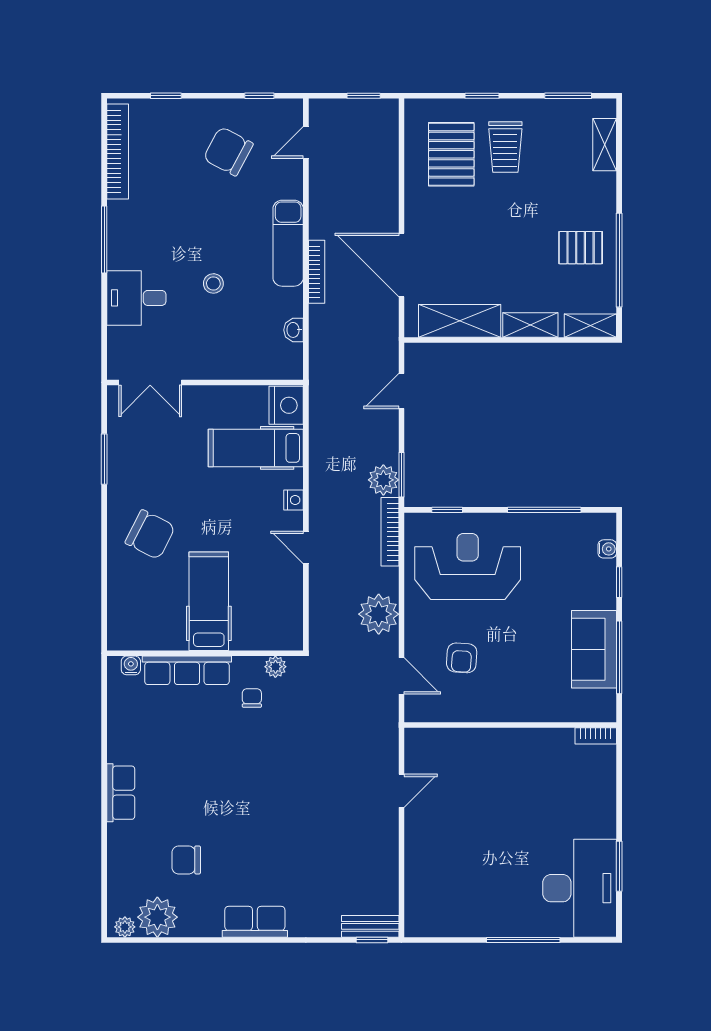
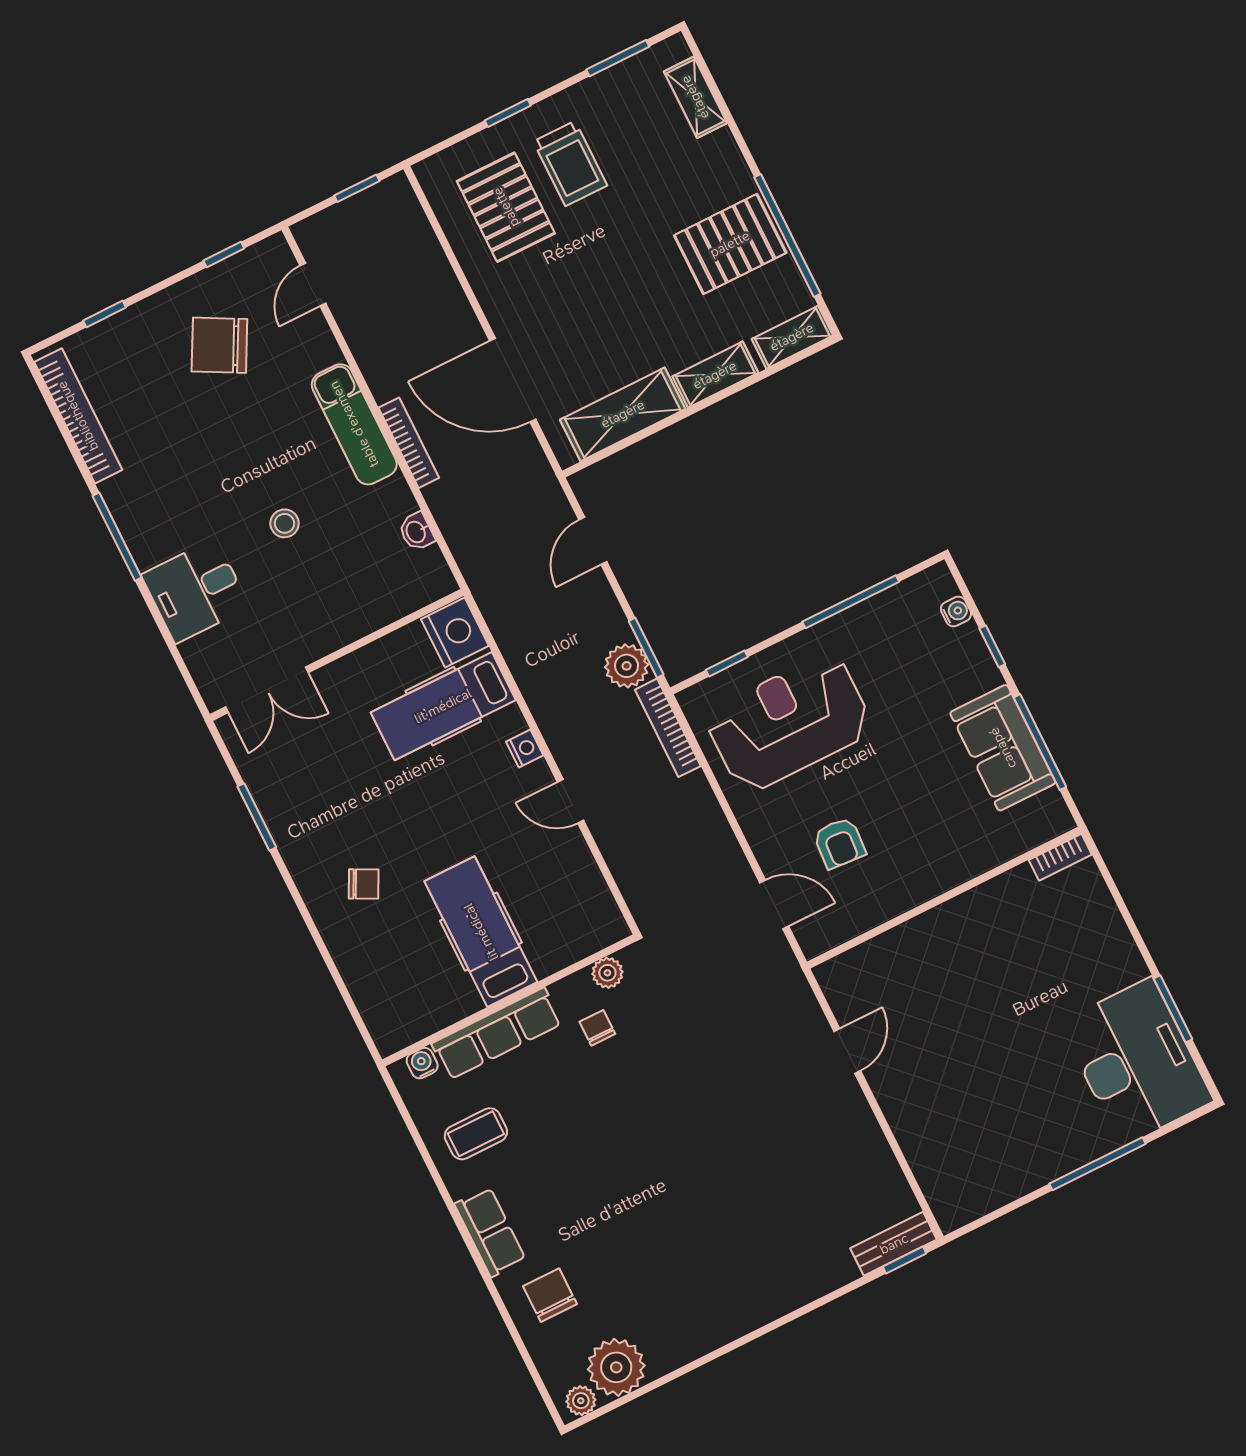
pallet: (581, 248) -> (730, 244), width x1.50, depth x1.42
chair: (150, 535) -> (364, 884), width x0.54, depth x0.54
plant: (379, 614) -> (706, 840), removed
coffee table: (142, 727) -> (476, 1134), added
chair: (186, 860) -> (550, 1295), moved, turned 90
row of seats: (255, 922) -> (744, 1311), removed

